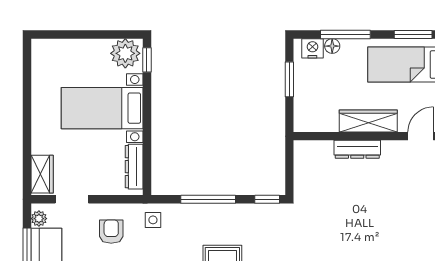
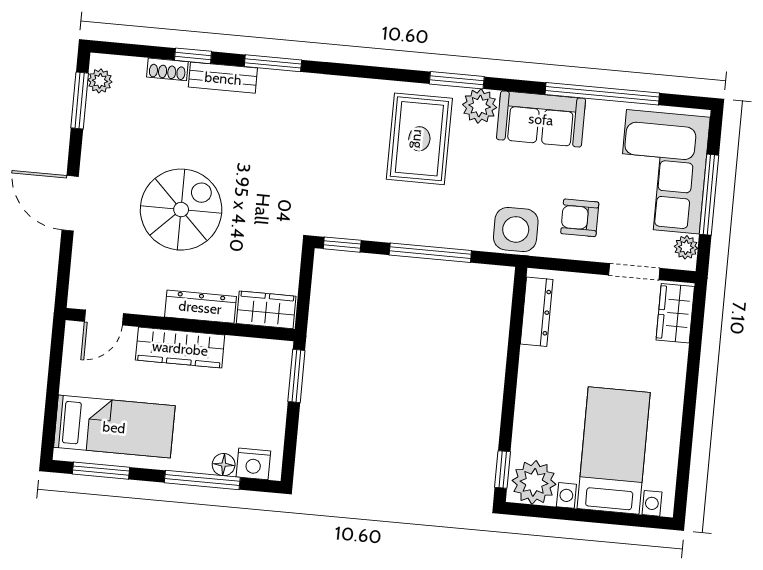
window: (289, 79) -> (296, 376), moved
bed with nightstands: (102, 108) -> (614, 451), moved, turned -90
wardrobe: (314, 151) -> (266, 310), added
spiral stairs: (376, 213) -> (181, 210), added
side table: (153, 220) -> (516, 229), width x1.87, depth x1.87
armchair: (111, 232) -> (580, 218), turned 90

